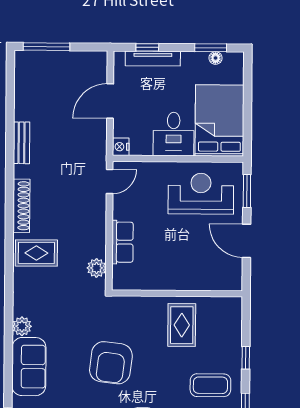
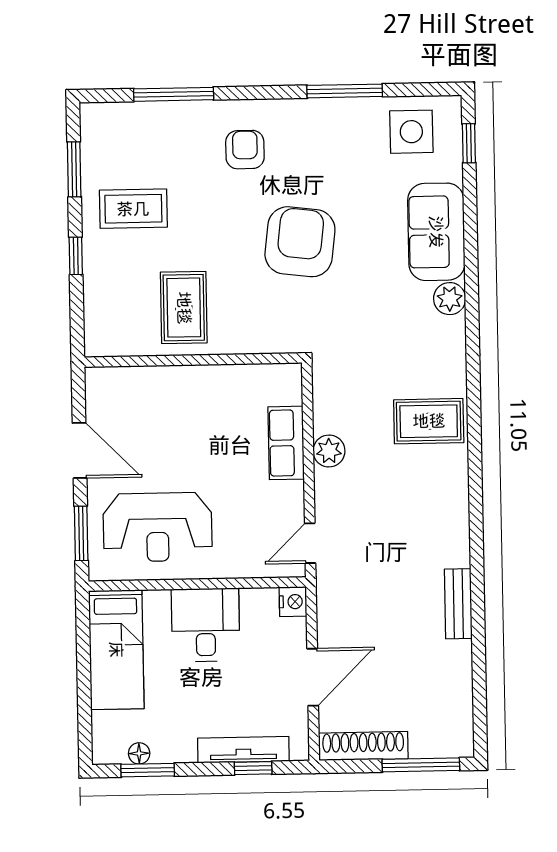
bed: (220, 121) -> (116, 650), width x0.67
shoe rack: (21, 206) -> (363, 746), moved, turned 90
plant: (97, 268) -> (329, 451), moved

